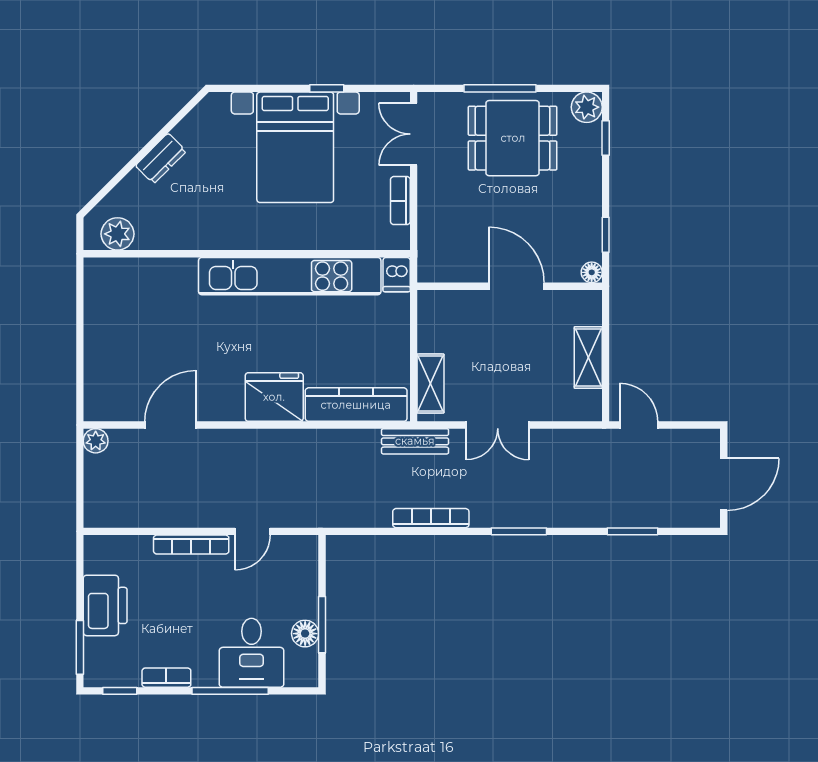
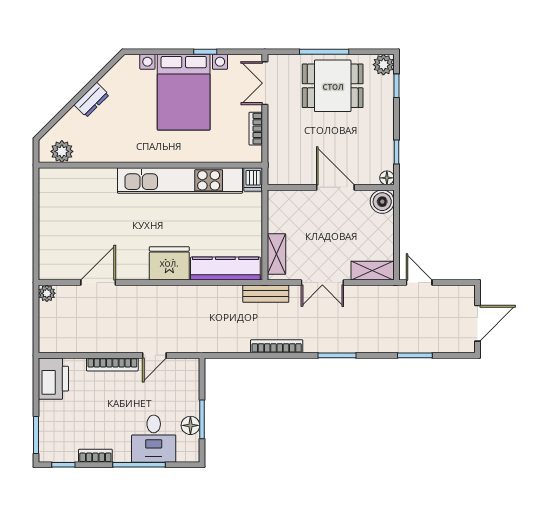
boiler: (585, 307) -> (382, 202), added
shelving: (588, 357) -> (372, 271), moved, turned 90
printer: (105, 605) -> (53, 379), moved

